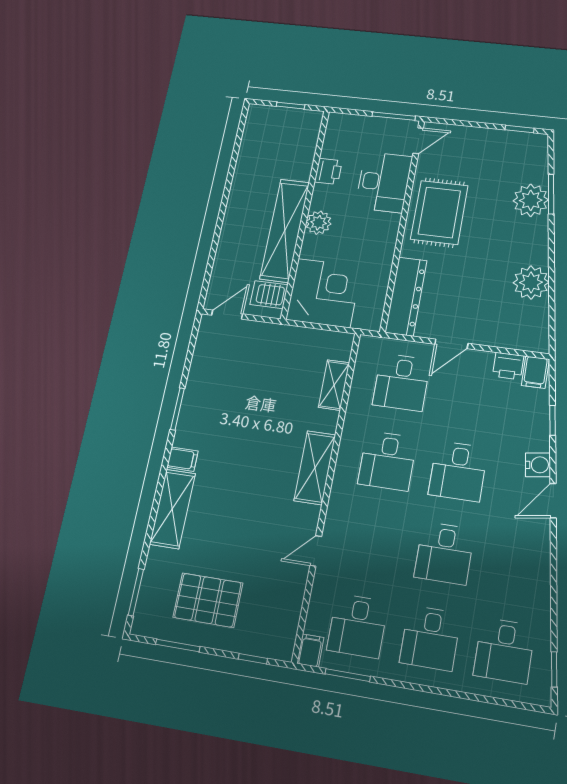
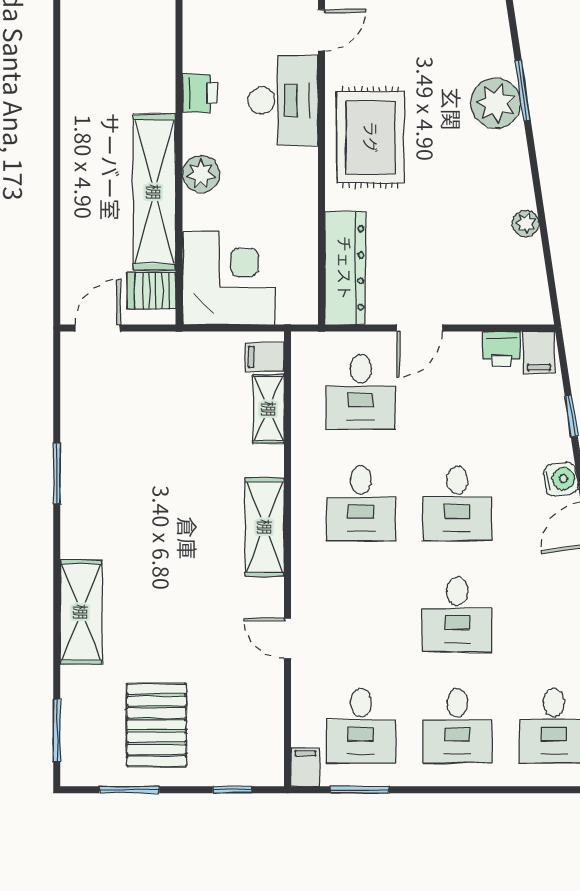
plant: (531, 282) -> (526, 223), width x0.53, depth x0.53
filing cabinet: (182, 459) -> (265, 357), moved, turned 180
door: (316, 551) -> (288, 638), hinge flipped
pallet: (208, 600) -> (157, 725), turned 90

